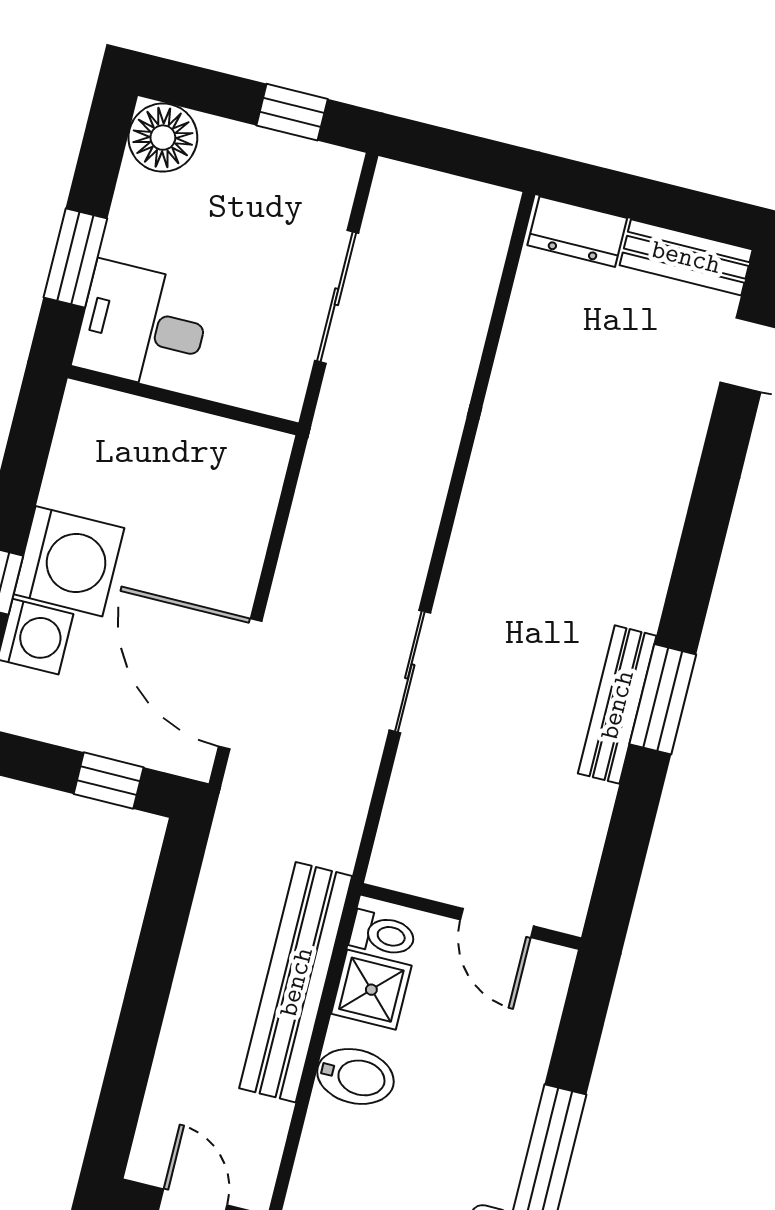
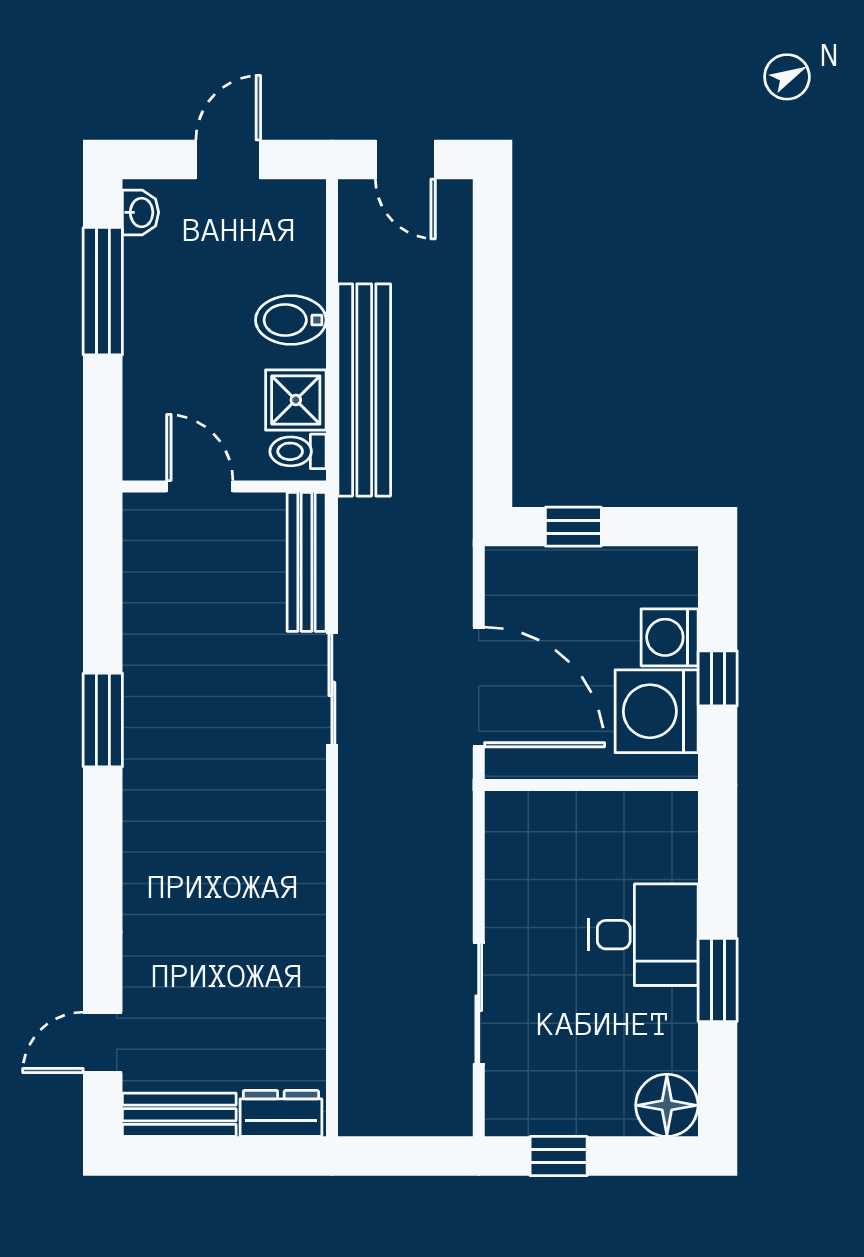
wall: (183, 400) -> (591, 785), moved
door: (240, 684) -> (479, 687), moved
bench: (617, 705) -> (307, 562), moved

